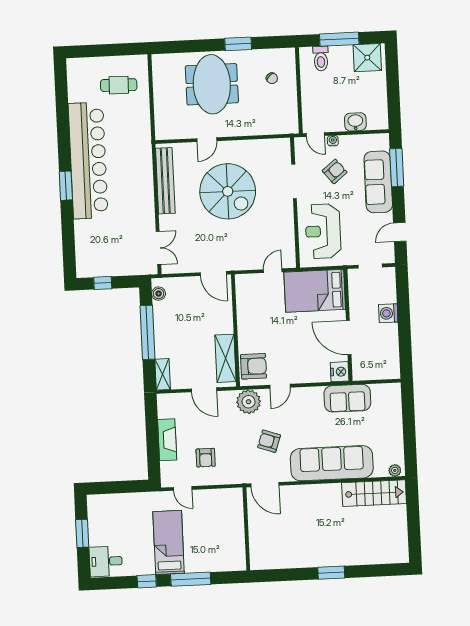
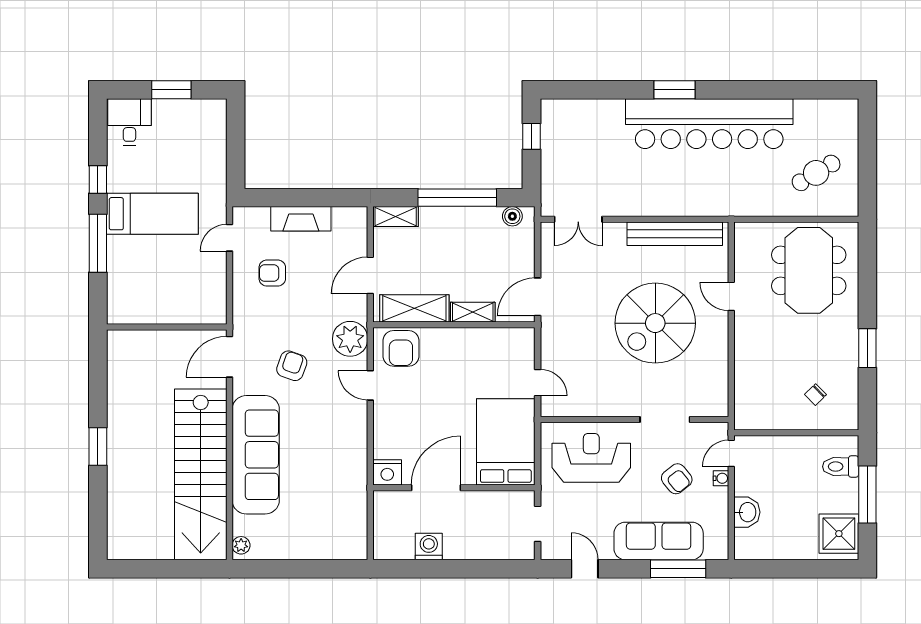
meeting table: (212, 84) -> (809, 270), moved, turned 90
cafe table: (119, 85) -> (816, 173), turned 58
washing machine: (388, 313) -> (429, 547), moved
shelving: (226, 318) -> (473, 312), added
sofa: (347, 398) -> (348, 482), removed
stairs: (374, 493) -> (201, 474), width x1.86, depth x1.51

